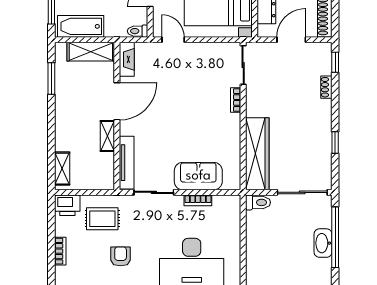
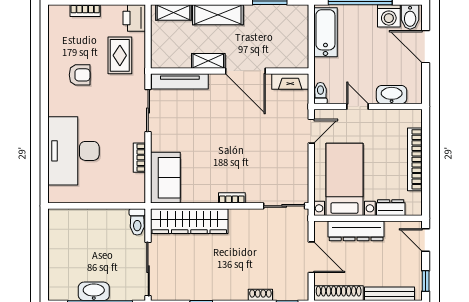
shelving: (91, 52) -> (218, 15), moved, turned 90
bookcase: (236, 100) -> (232, 198), moved
sofa: (198, 176) -> (165, 178), moved

